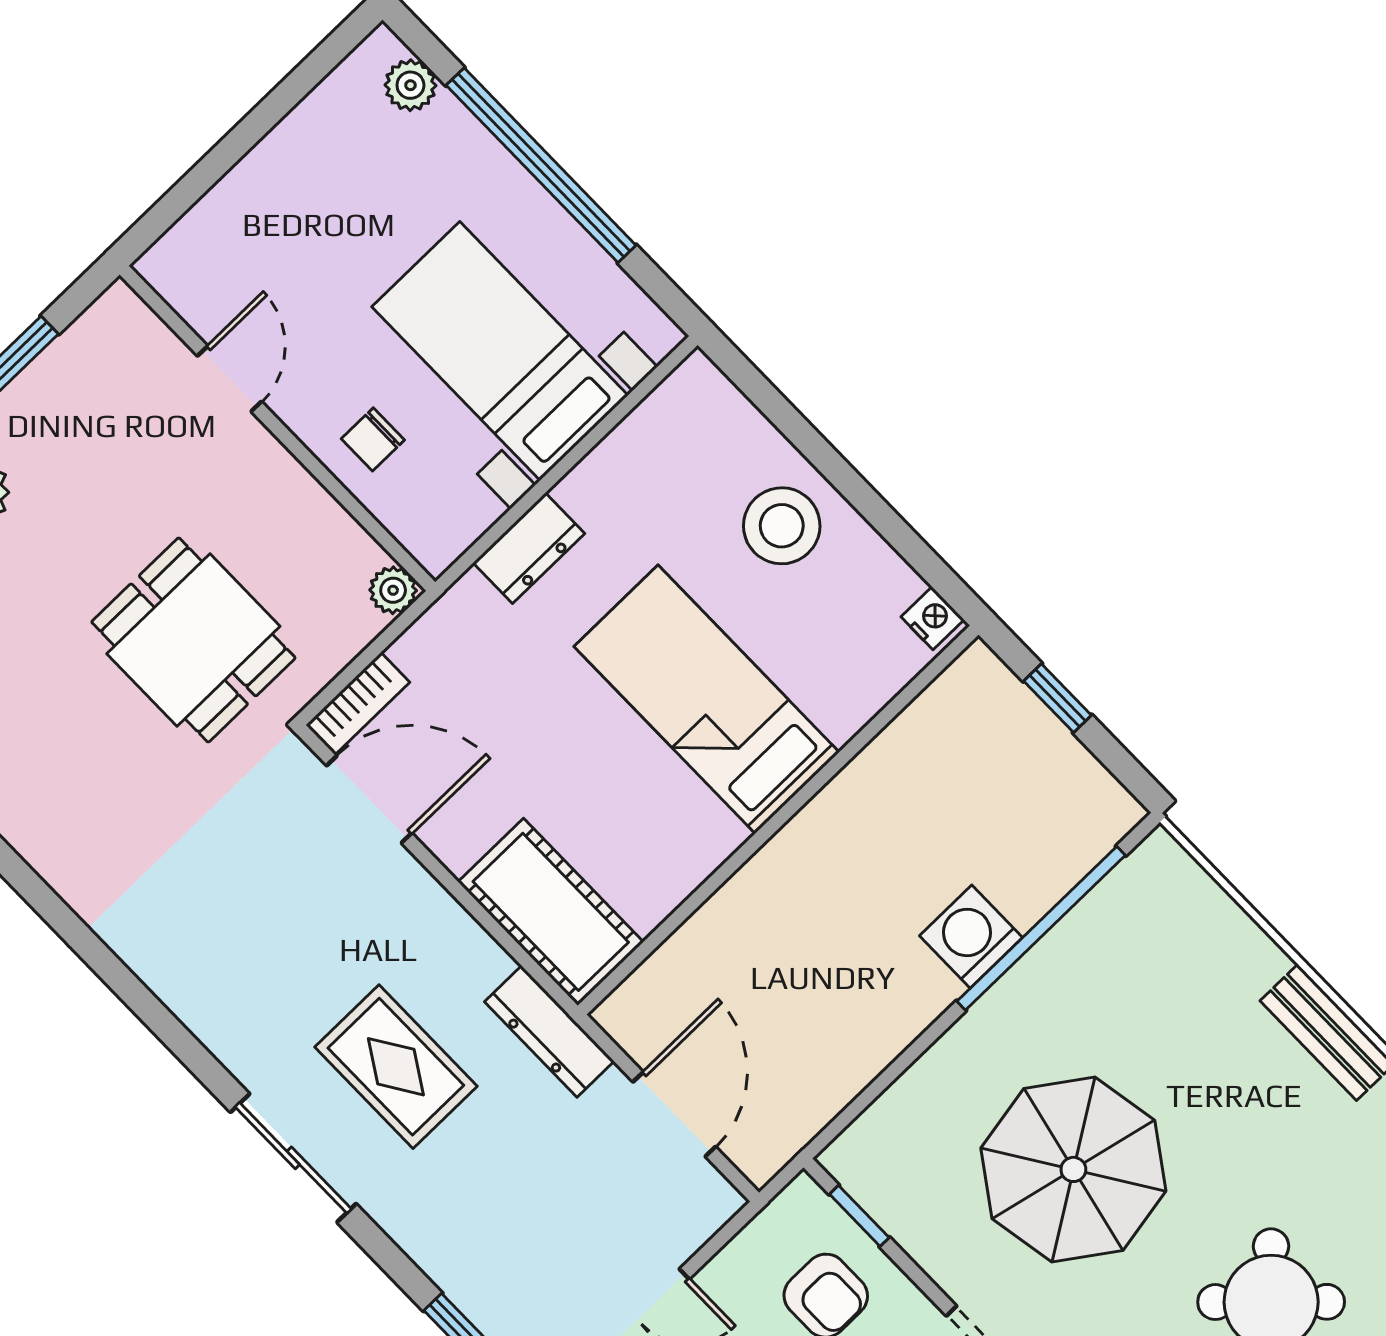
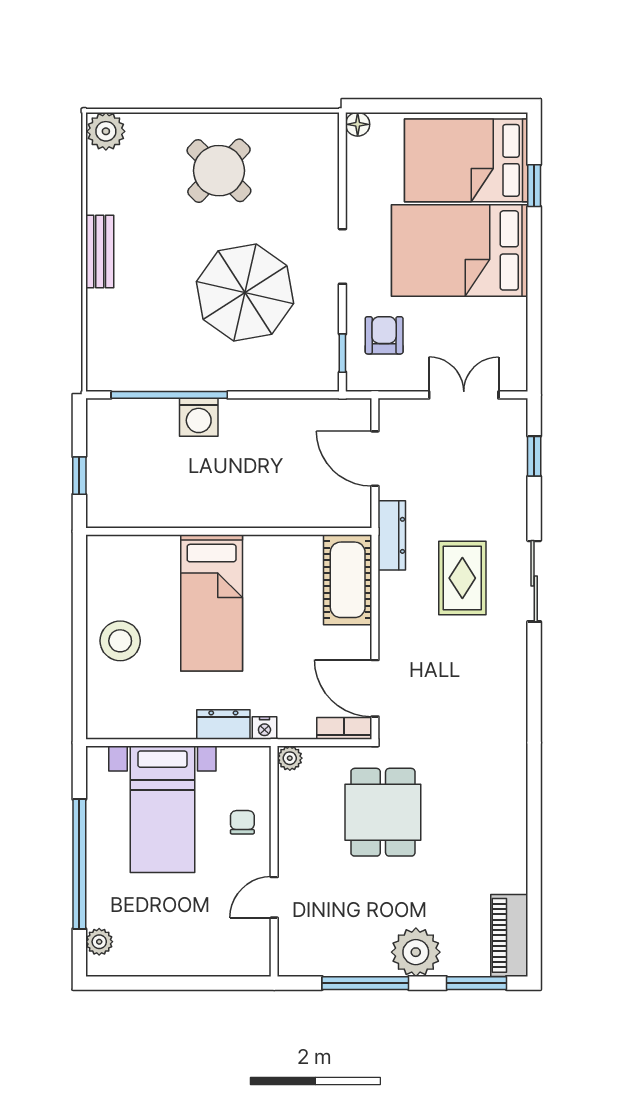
chair: (373, 439) -> (242, 822), turned -90
nightstand: (933, 618) -> (264, 728), moved, turned -90
door: (674, 1114) -> (375, 459), hinge flipped

